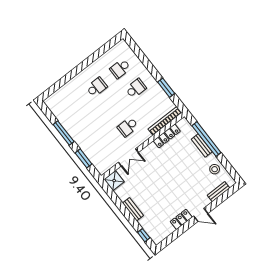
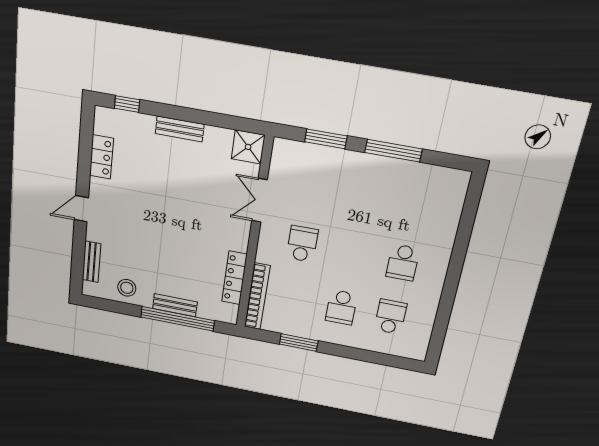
locker: (181, 219) -> (101, 157), moved

